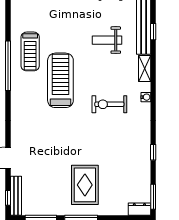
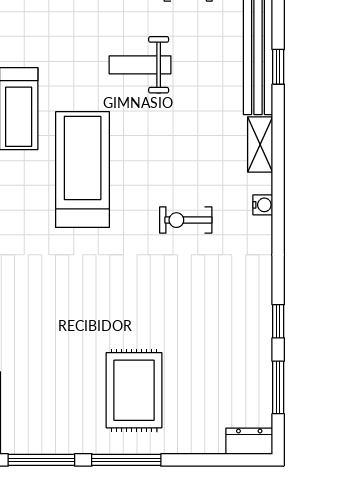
weight bench: (107, 40) -> (140, 65), moved
exercise bike: (109, 104) -> (186, 220), width x0.73, depth x0.72
window: (153, 197) -> (278, 387), moved

